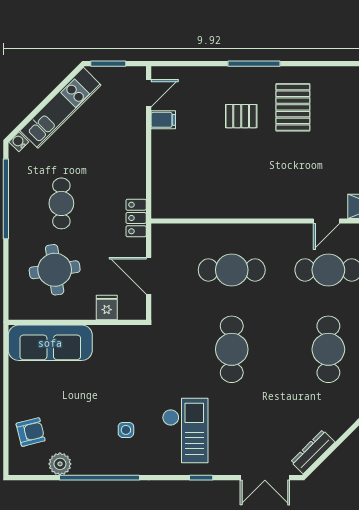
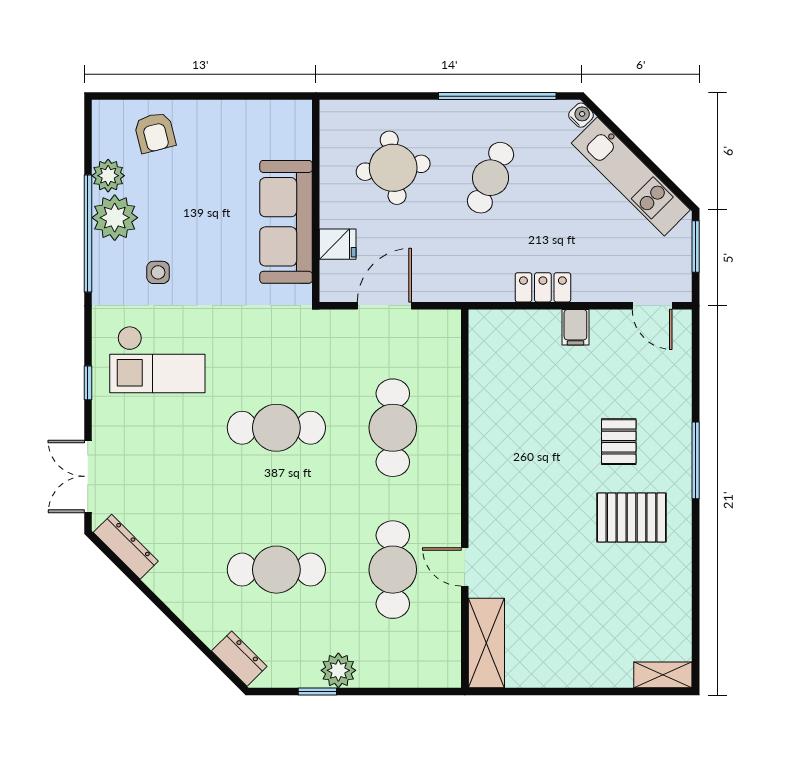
filing cabinet: (163, 120) -> (575, 327), moved
cafe table: (61, 203) -> (490, 178), turned -66
locker: (136, 218) -> (543, 287), moved
sofa: (50, 343) -> (286, 222), moved
plant: (89, 459) -> (115, 218), added

